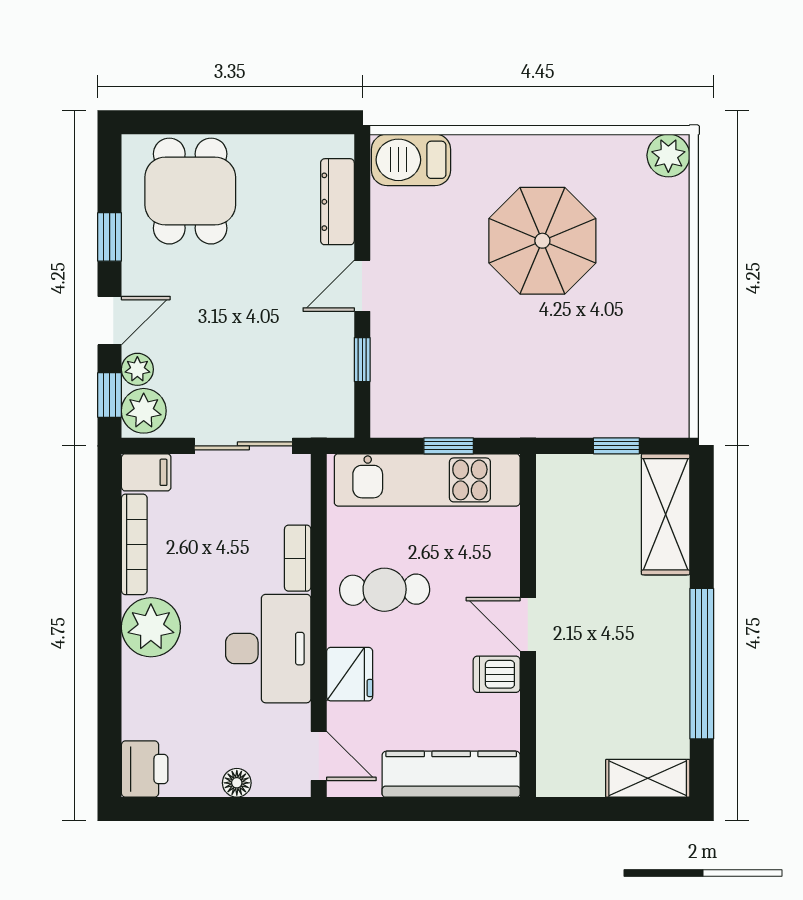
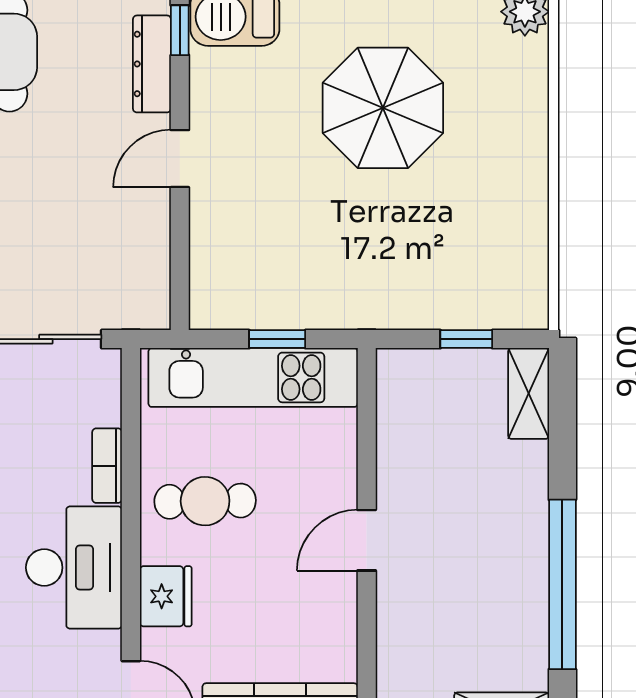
window: (362, 360) -> (180, 30), moved
shelving: (666, 514) -> (529, 393), width x0.67, depth x0.75
door: (528, 624) -> (367, 540), hinge flipped
dishwasher: (497, 674) -> (331, 596), removed

